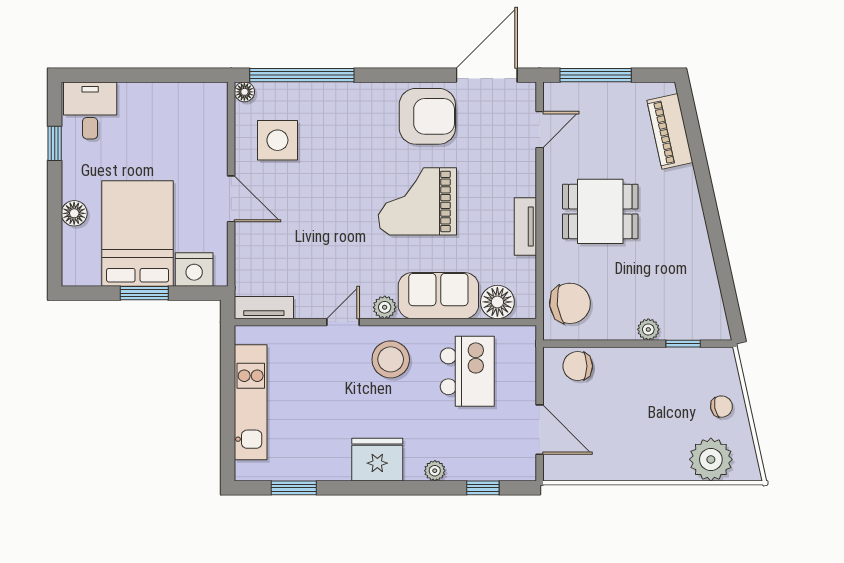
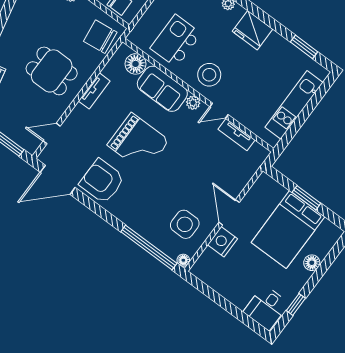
nightstand: (194, 269) -> (223, 242), moved, turned -90
tv unit: (264, 308) -> (236, 135), moved

